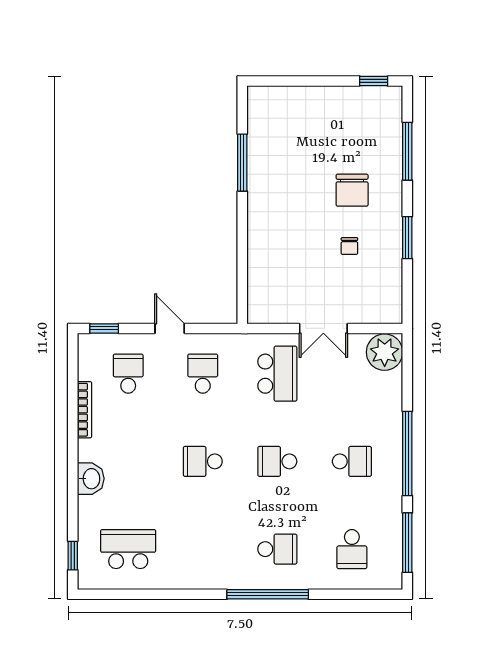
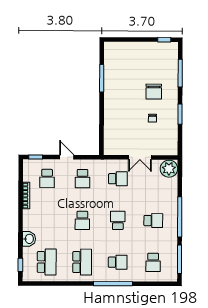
school desk: (128, 374) -> (47, 178), turned 180
school desk: (203, 374) -> (82, 179), turned 180
school desk: (277, 374) -> (118, 179), width x0.54
school desk: (203, 461) -> (82, 220), turned -90
school desk: (277, 461) -> (118, 220), turned 90
washbasin: (91, 479) -> (29, 239), moved
school desk: (128, 549) -> (47, 262), turned 90
school desk: (203, 549) -> (82, 262), added

